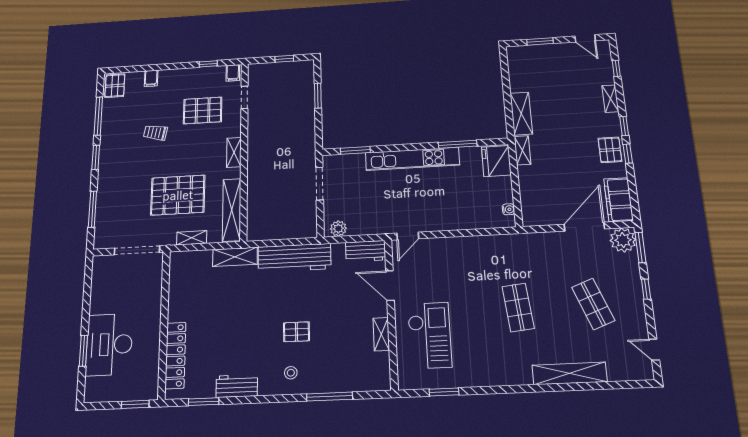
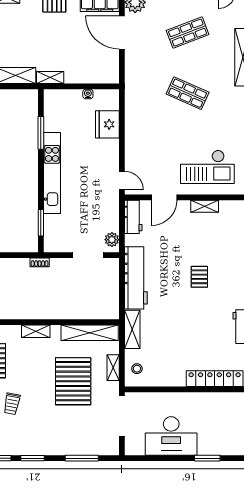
shoe rack: (311, 152) -> (40, 262), added
fridge: (496, 161) -> (107, 124), moved, turned 90
doorway: (320, 184) -> (88, 255), moved
water cooler: (508, 209) -> (88, 94), moved
shop shelf: (518, 307) -> (188, 93), turned 30
checkout: (430, 335) -> (207, 167), turned 180
desk: (109, 345) -> (171, 436), moved
stool: (291, 373) -> (137, 369), moved

